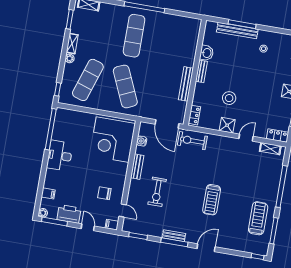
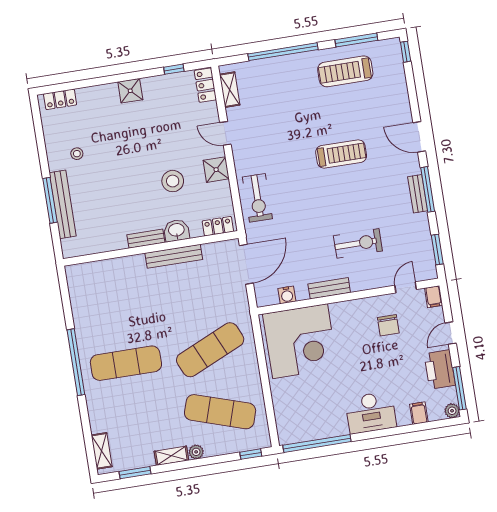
washbasin: (207, 53) -> (176, 230), moved
exercise bike: (192, 141) -> (257, 198), moved
desk: (60, 156) -> (371, 412), moved

